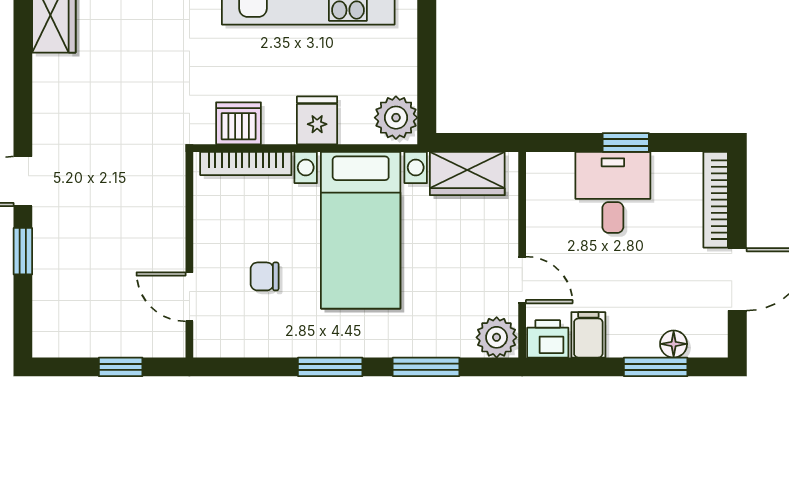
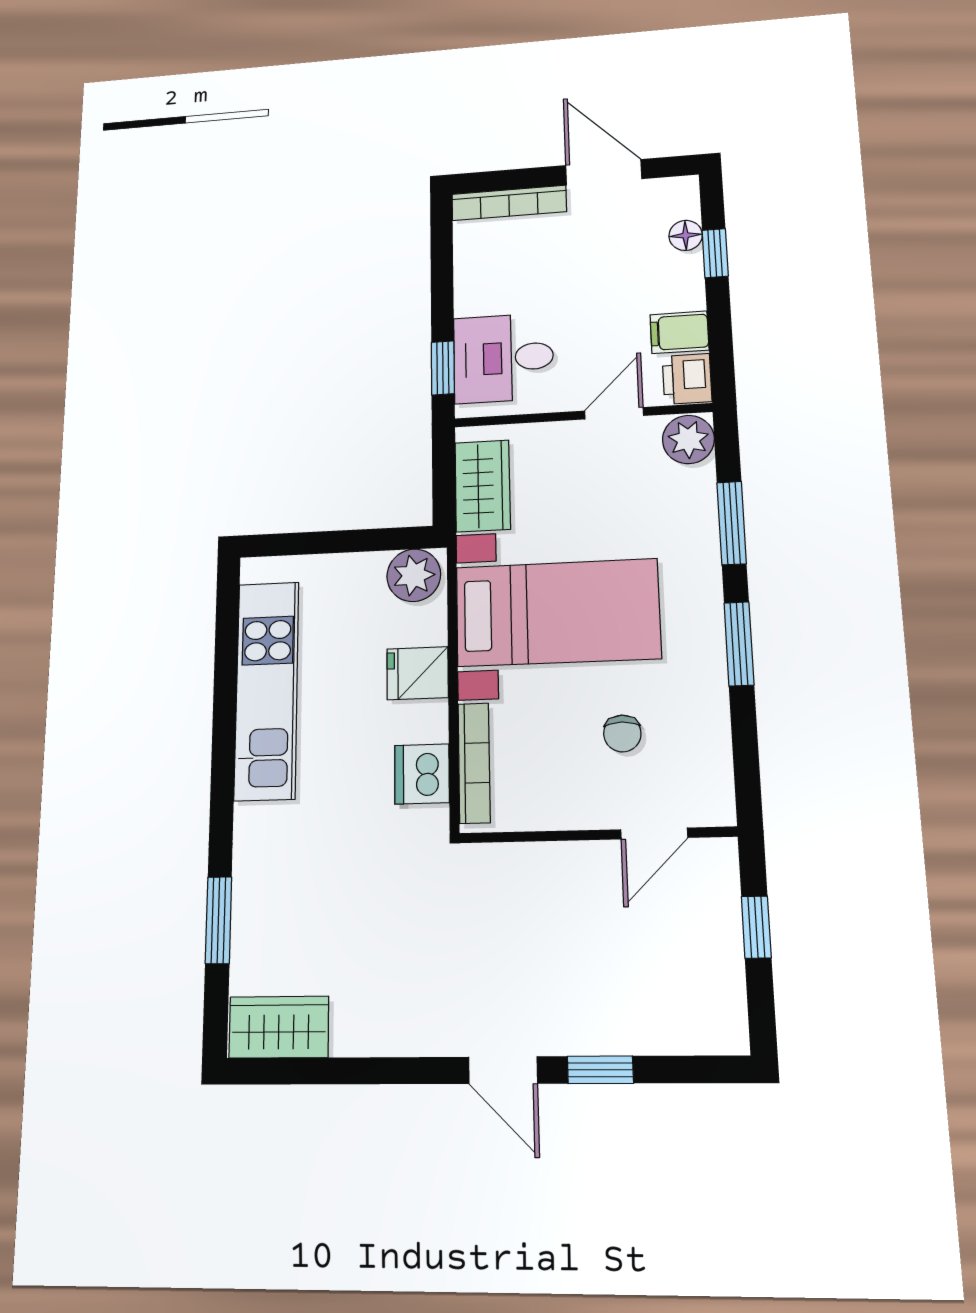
window: (626, 142) -> (443, 368), moved
desk: (613, 192) -> (503, 358), moved
window: (656, 367) -> (715, 253), width x0.67

